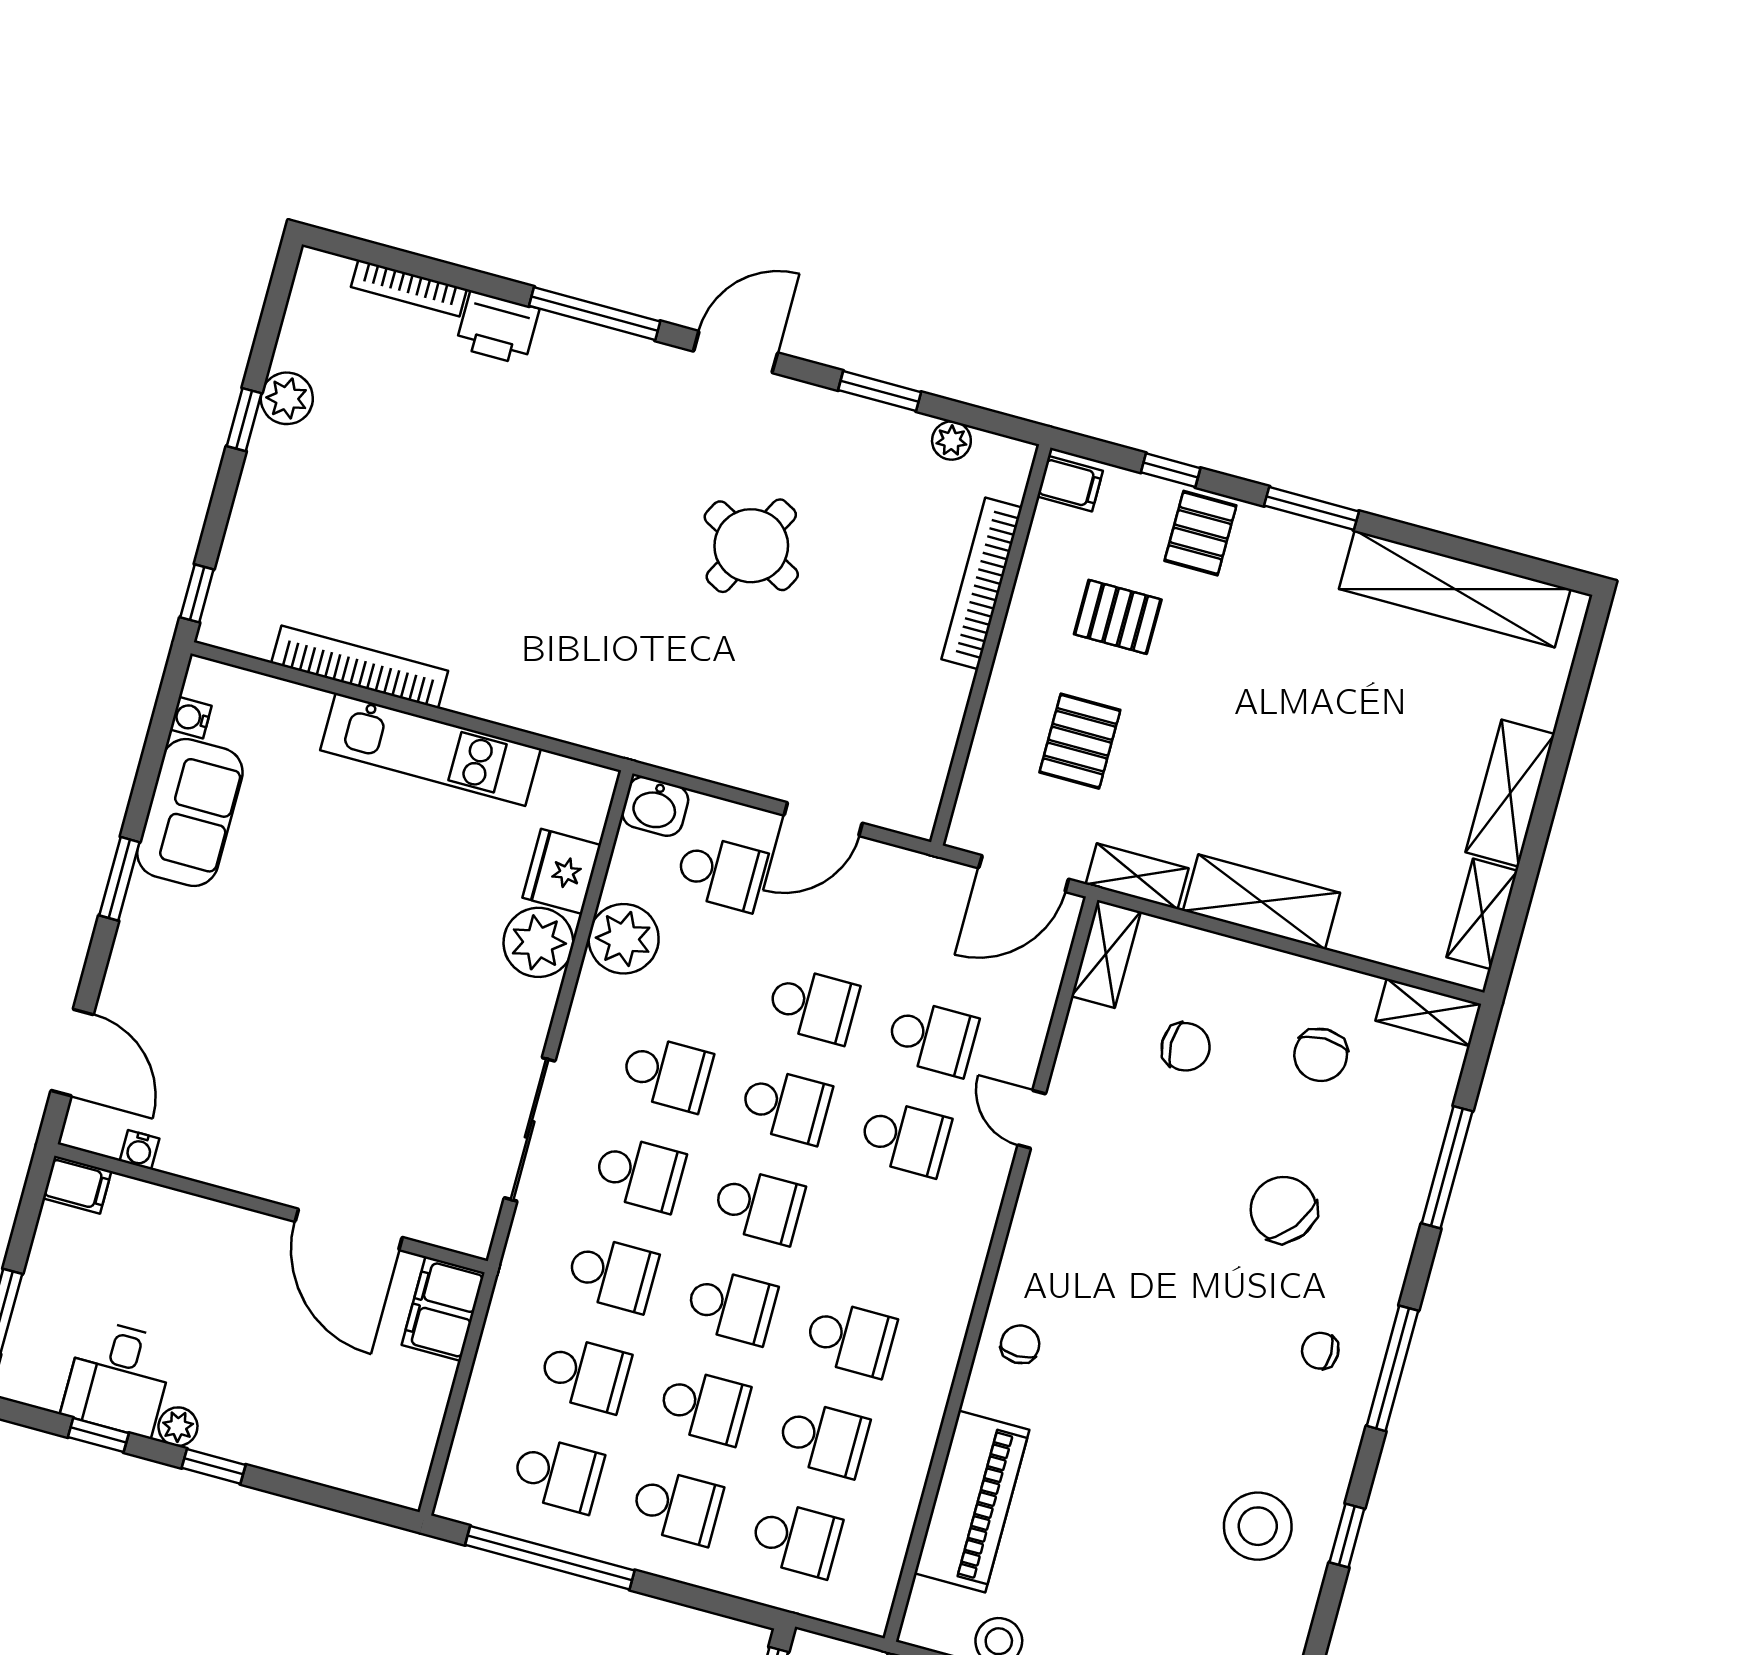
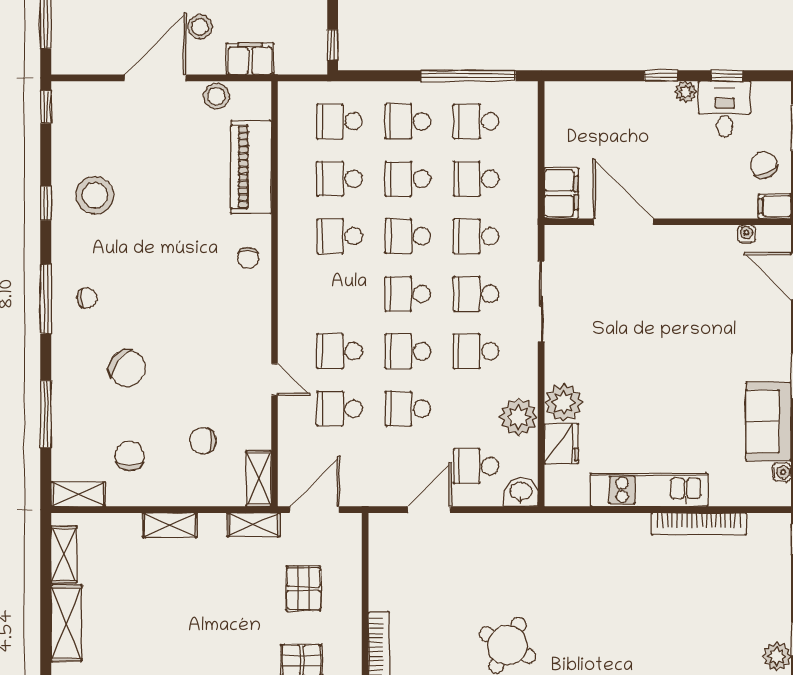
shelving: (1262, 902) -> (170, 525), width x0.67, depth x0.75
chair: (76, 1262) -> (764, 165), added

